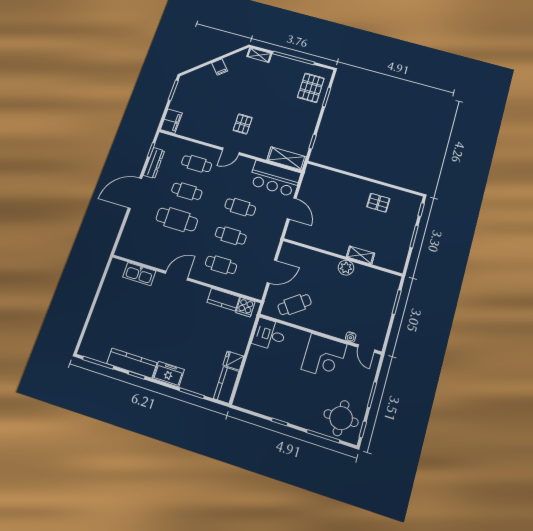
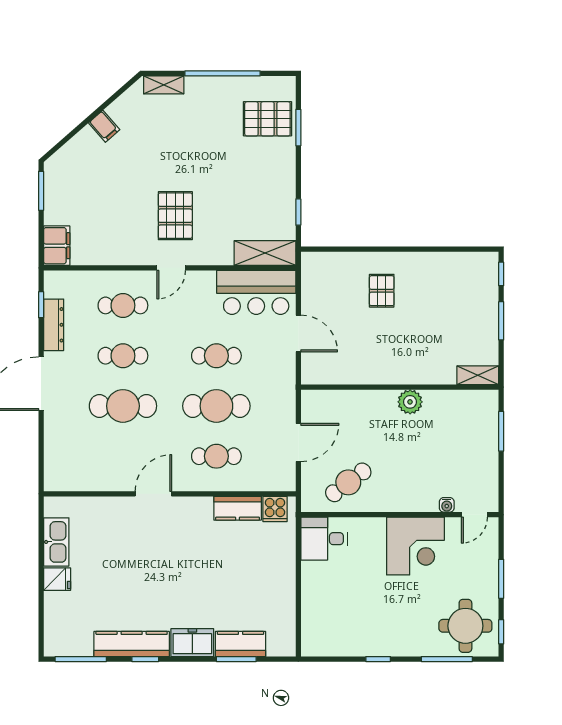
pallet: (311, 88) -> (267, 119), turned 90
pallet: (243, 124) -> (175, 216), width x1.50, depth x1.42
pallet: (378, 203) -> (382, 291), moved, turned 90
cafe table: (231, 236) -> (216, 406), width x1.37, depth x1.35
shelving: (361, 255) -> (478, 375), moved
kitchen sink: (139, 274) -> (56, 542), moved, turned -90
door: (366, 348) -> (474, 515), hinge flipped
fridge: (233, 361) -> (57, 579), moved, turned 180
kitchen counter: (226, 385) -> (241, 644), moved, turned 90

